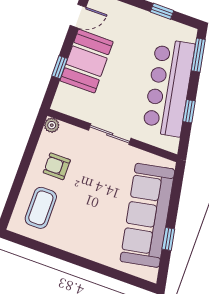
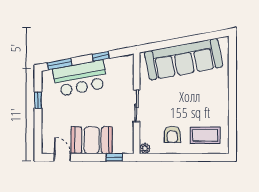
window: (60, 67) -> (114, 157), moved
bar counter: (169, 88) -> (80, 78), width x0.73
window: (168, 239) -> (195, 39), removed

